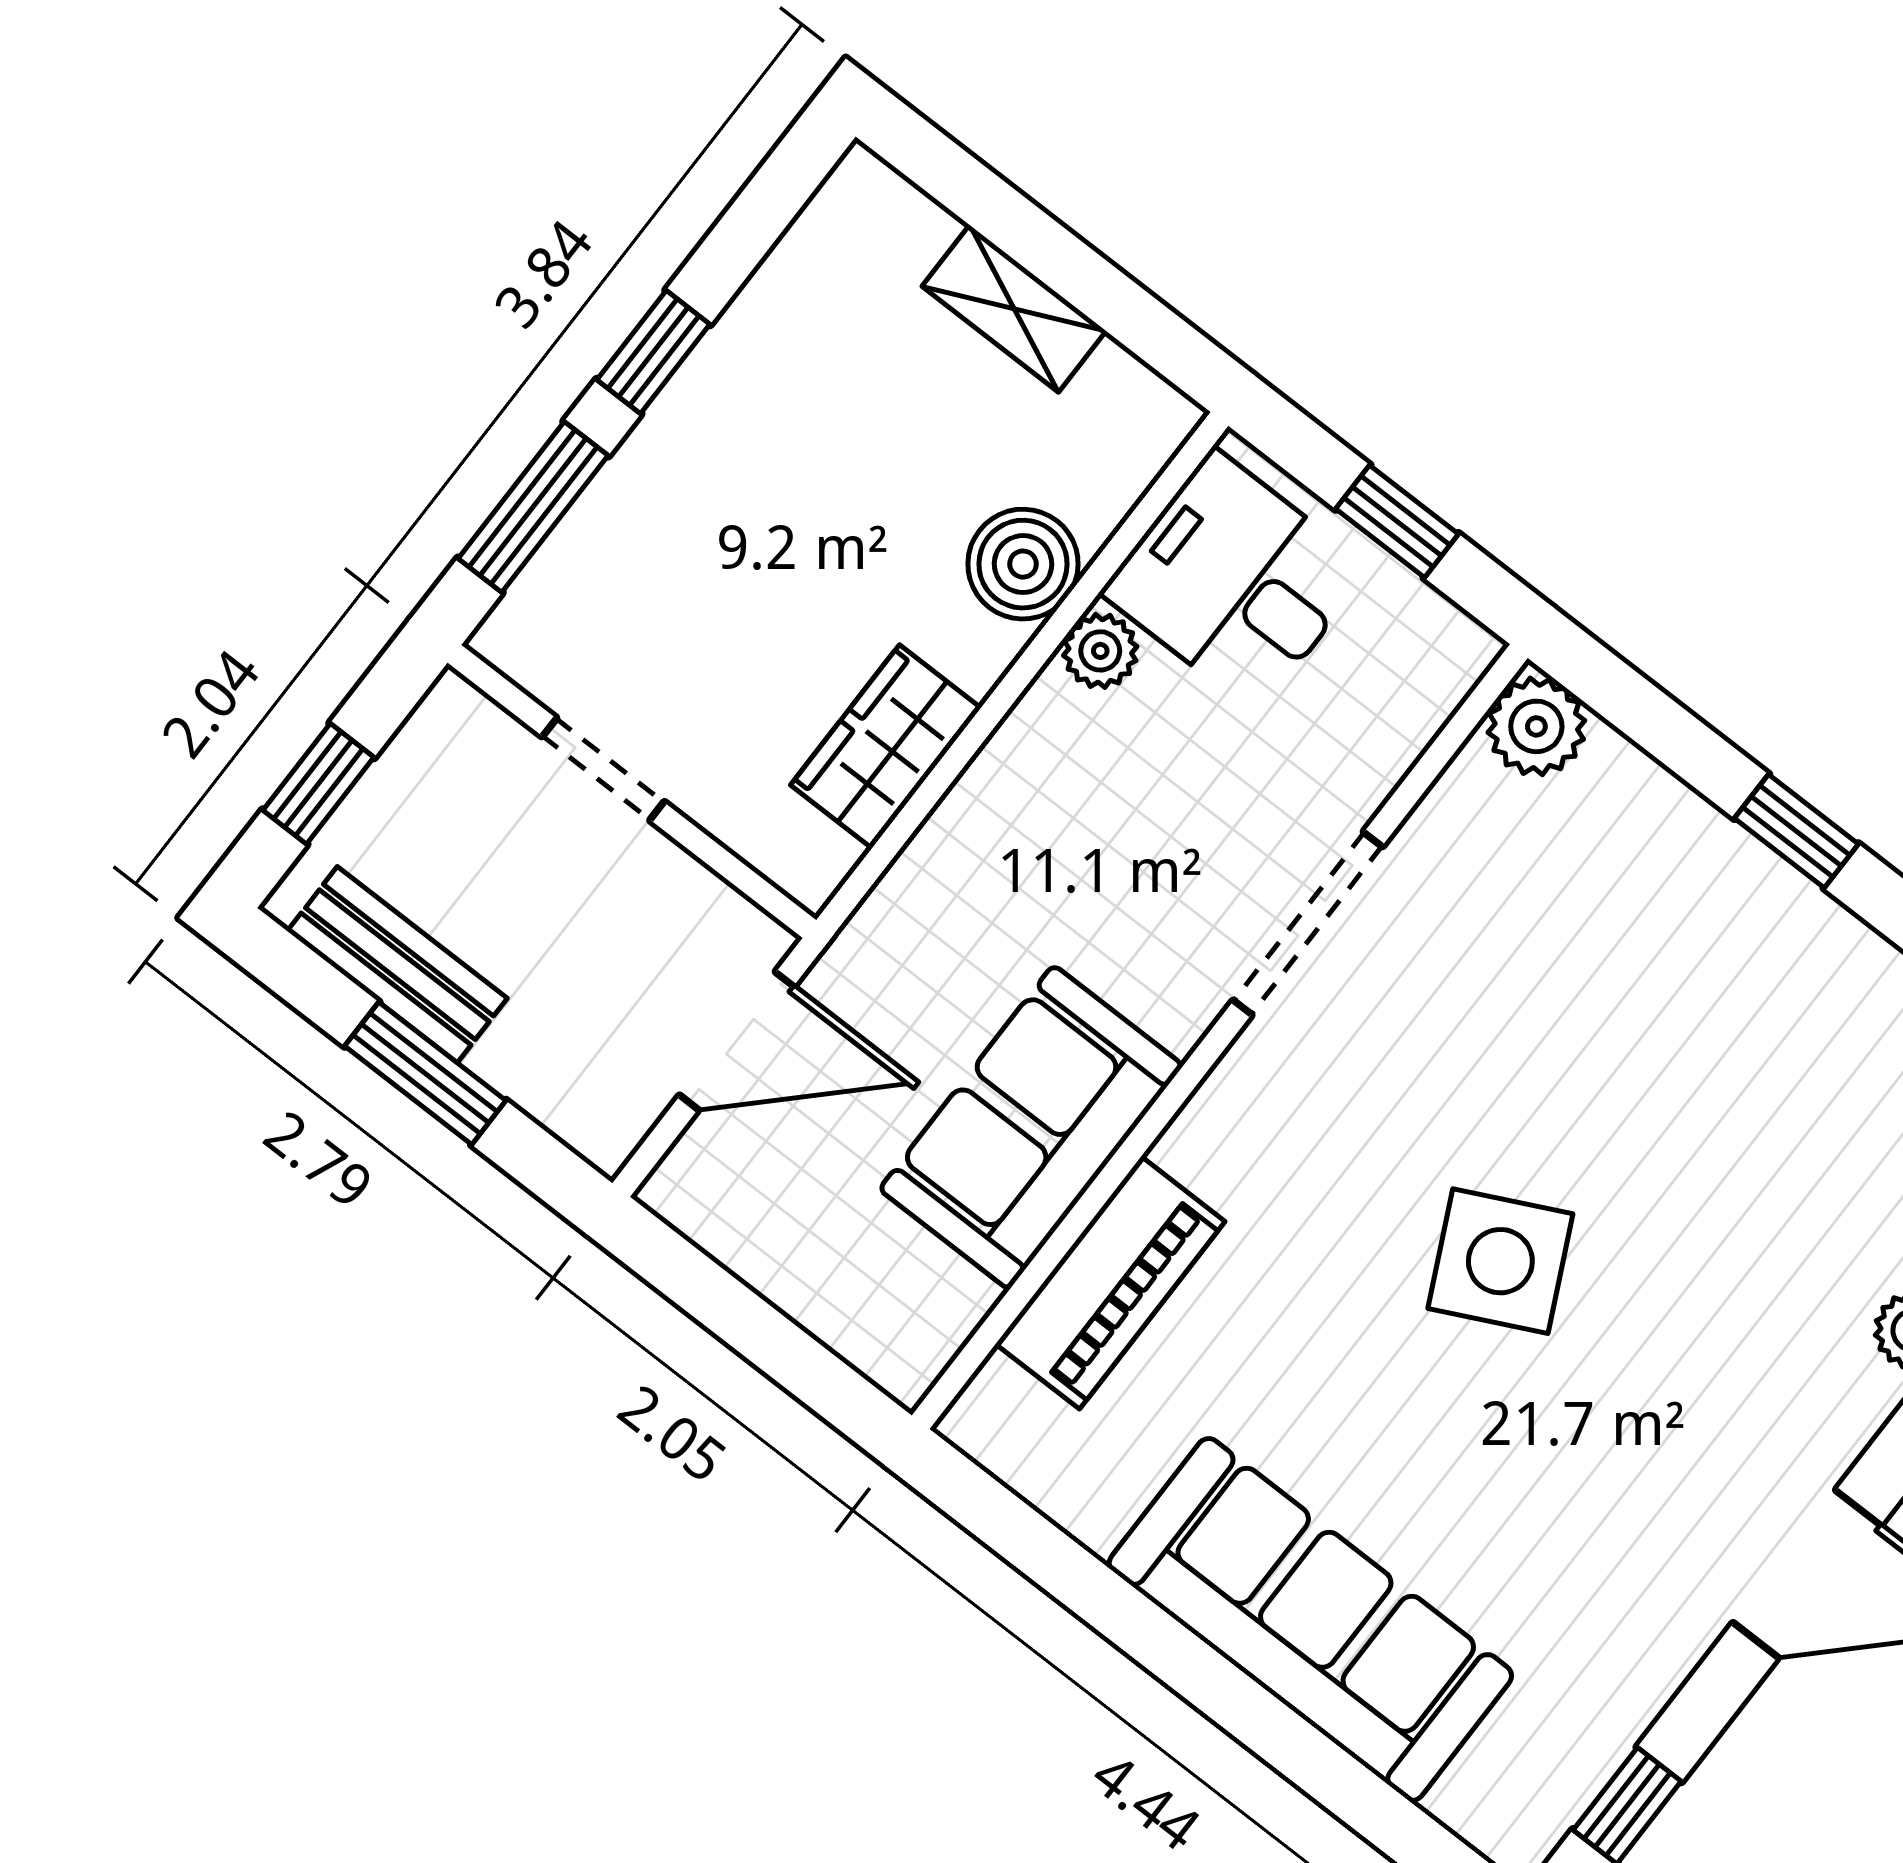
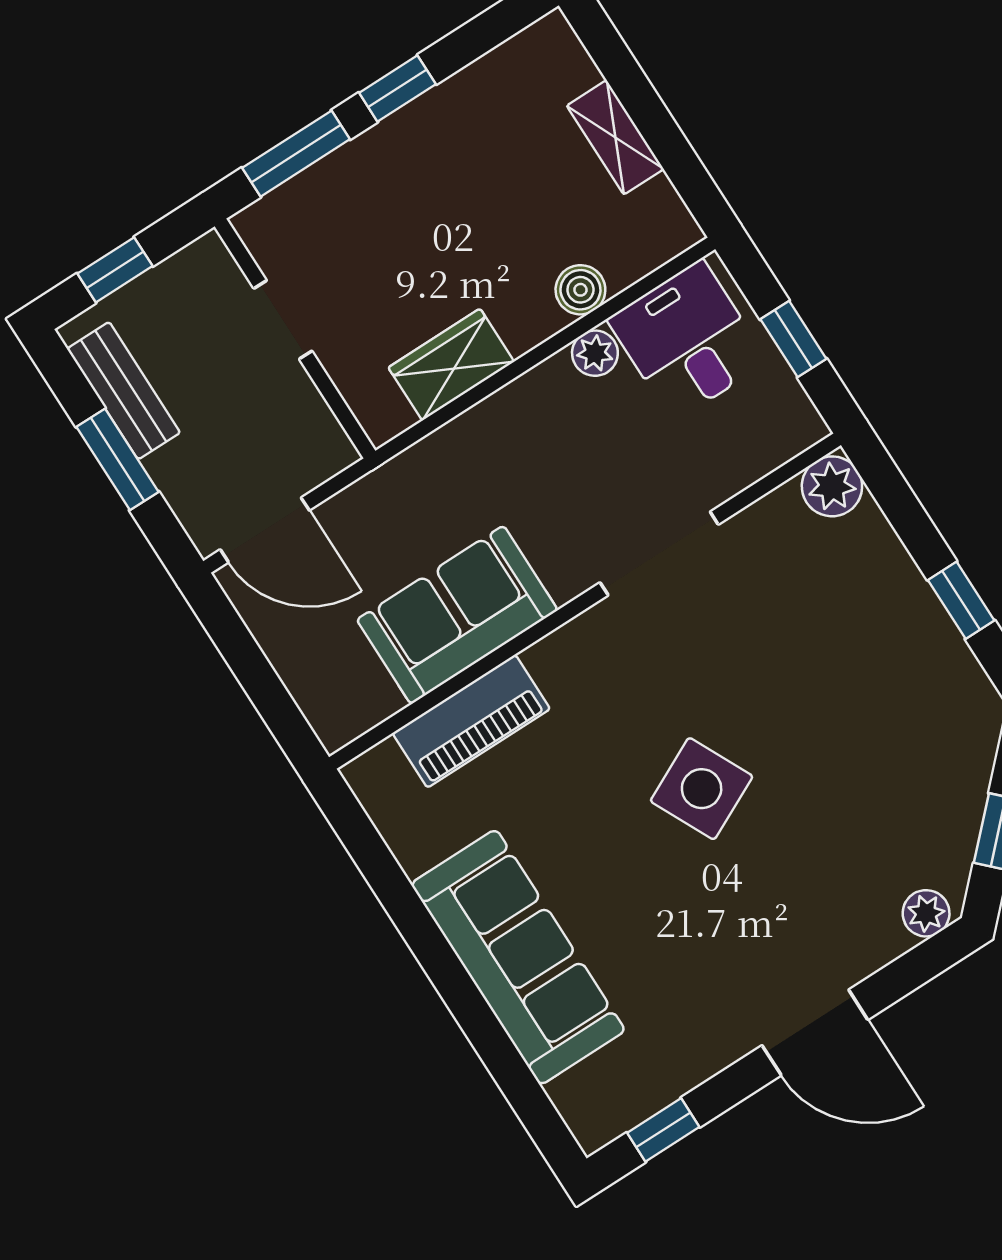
boiler: (1023, 564) -> (580, 290), width x0.73, depth x0.73
door: (737, 1041) -> (265, 530), moved

